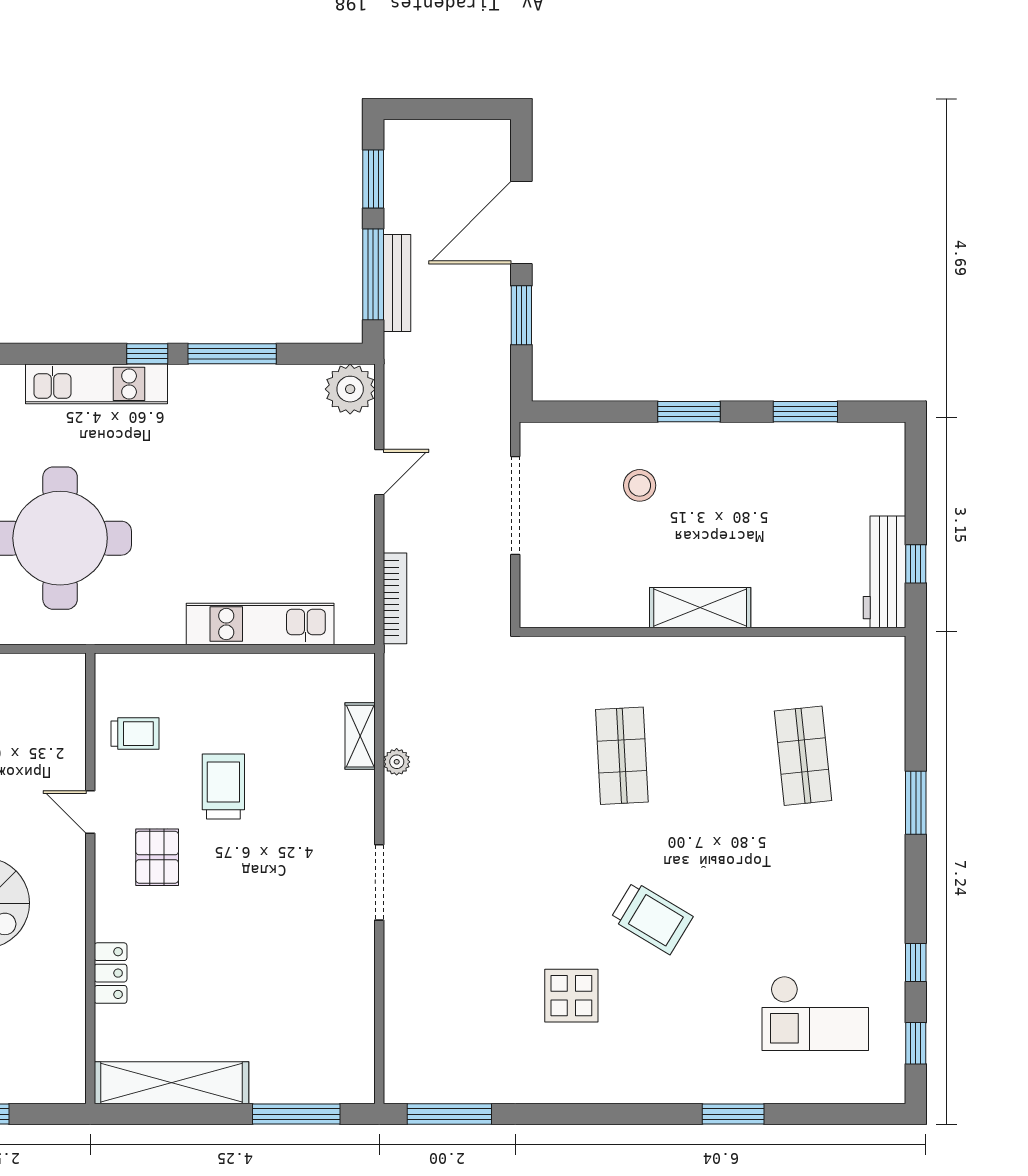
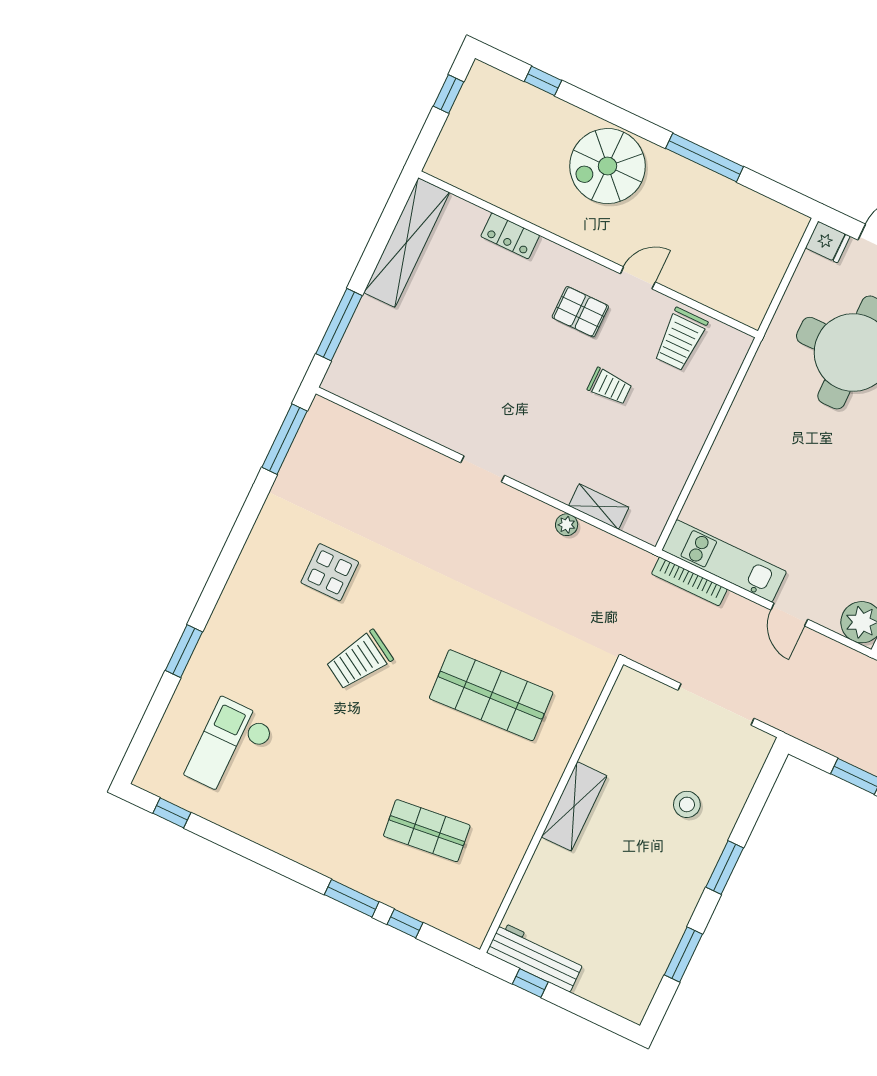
kitchen unit: (260, 624) -> (724, 561), moved, turned -90
trolley: (135, 734) -> (681, 339), width x1.36, depth x1.39
shop shelf: (622, 756) -> (491, 695), width x1.43, depth x1.36
trolley: (223, 786) -> (610, 386), width x0.73, depth x0.72
doorway: (379, 882) -> (483, 469), width x0.73
window: (916, 962) -> (405, 924), moved

